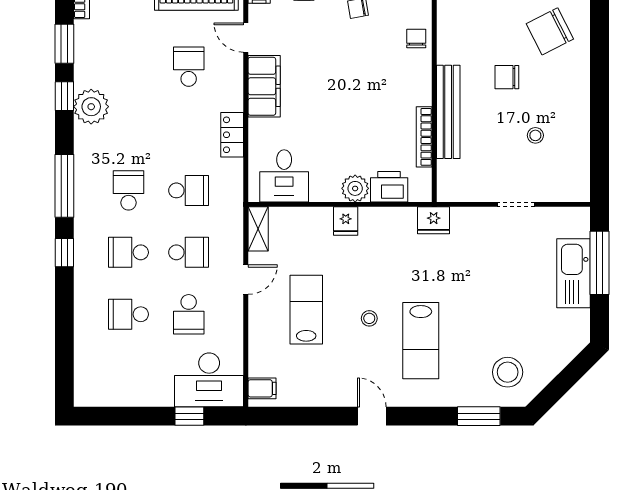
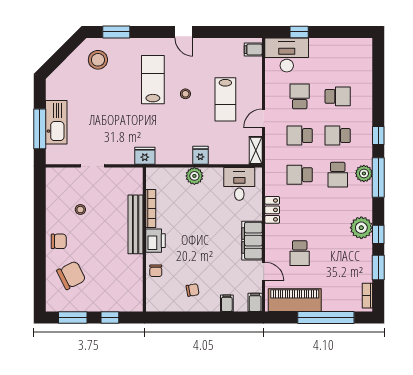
chair: (507, 77) -> (59, 241), moved
printer: (389, 187) -> (156, 241), moved, turned -90
plant: (87, 192) -> (364, 173), added
school desk: (128, 252) -> (338, 136), turned 180

